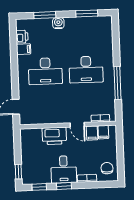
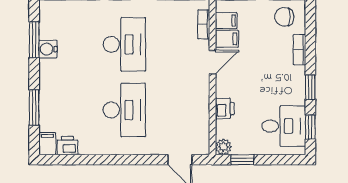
water cooler: (58, 23) -> (48, 49), moved
filing cabinet: (24, 49) -> (47, 144), moved
plant: (25, 133) -> (223, 147), added
printer: (54, 136) -> (225, 109), width x0.53, depth x0.68
desk: (64, 169) -> (284, 126), moved
window: (18, 172) -> (242, 160), moved

